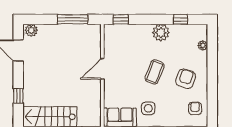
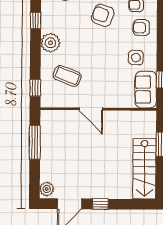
coffee table: (155, 72) -> (67, 76), moved
window: (18, 96) -> (100, 204), moved
armchair: (175, 113) -> (141, 28), added

